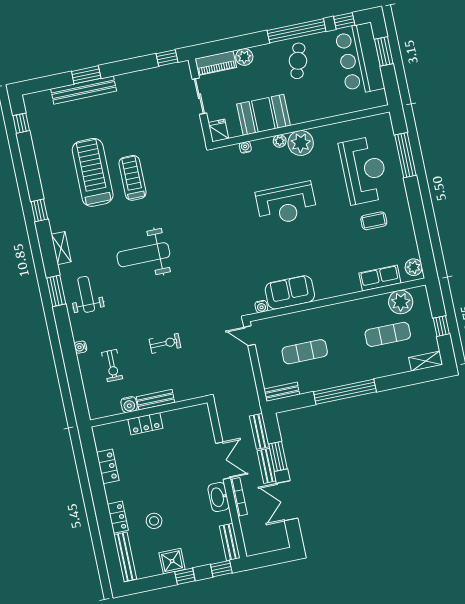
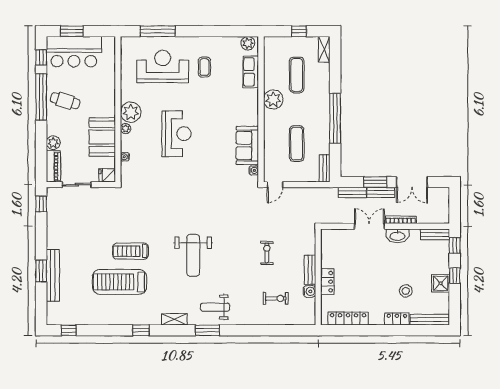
plant: (401, 302) -> (273, 100), moved
water cooler: (80, 347) -> (256, 320), removed
locker: (108, 466) -> (348, 318), width x1.53

